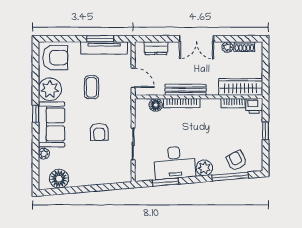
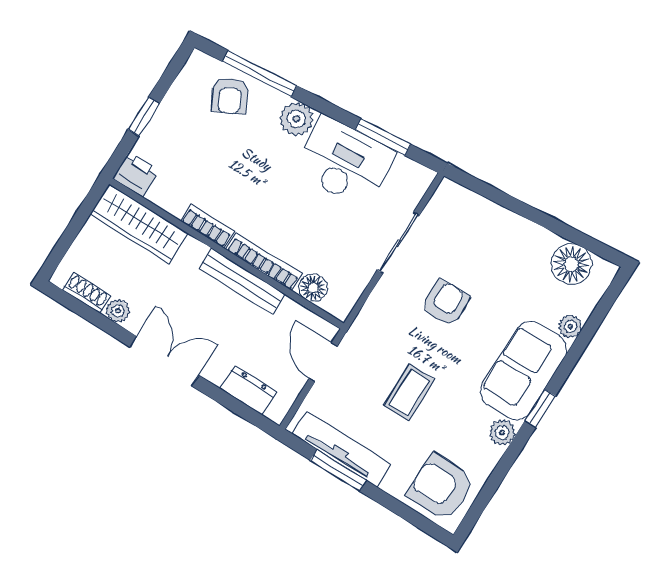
plant: (50, 89) -> (502, 432), width x0.53, depth x0.53
bookcase: (233, 103) -> (208, 226), moved

